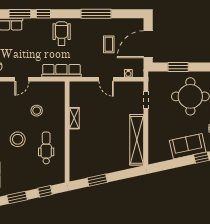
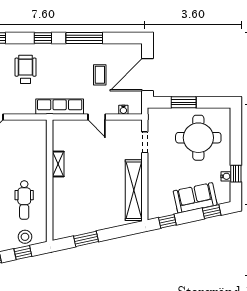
window: (43, 14) -> (43, 38), moved
wheelchair: (62, 34) -> (26, 69), moved
row of seats: (61, 71) -> (60, 107), moved
stool: (37, 111) -> (25, 237), moved
dental chair: (46, 148) -> (24, 200), turned 180
window: (165, 166) -> (167, 221), added

